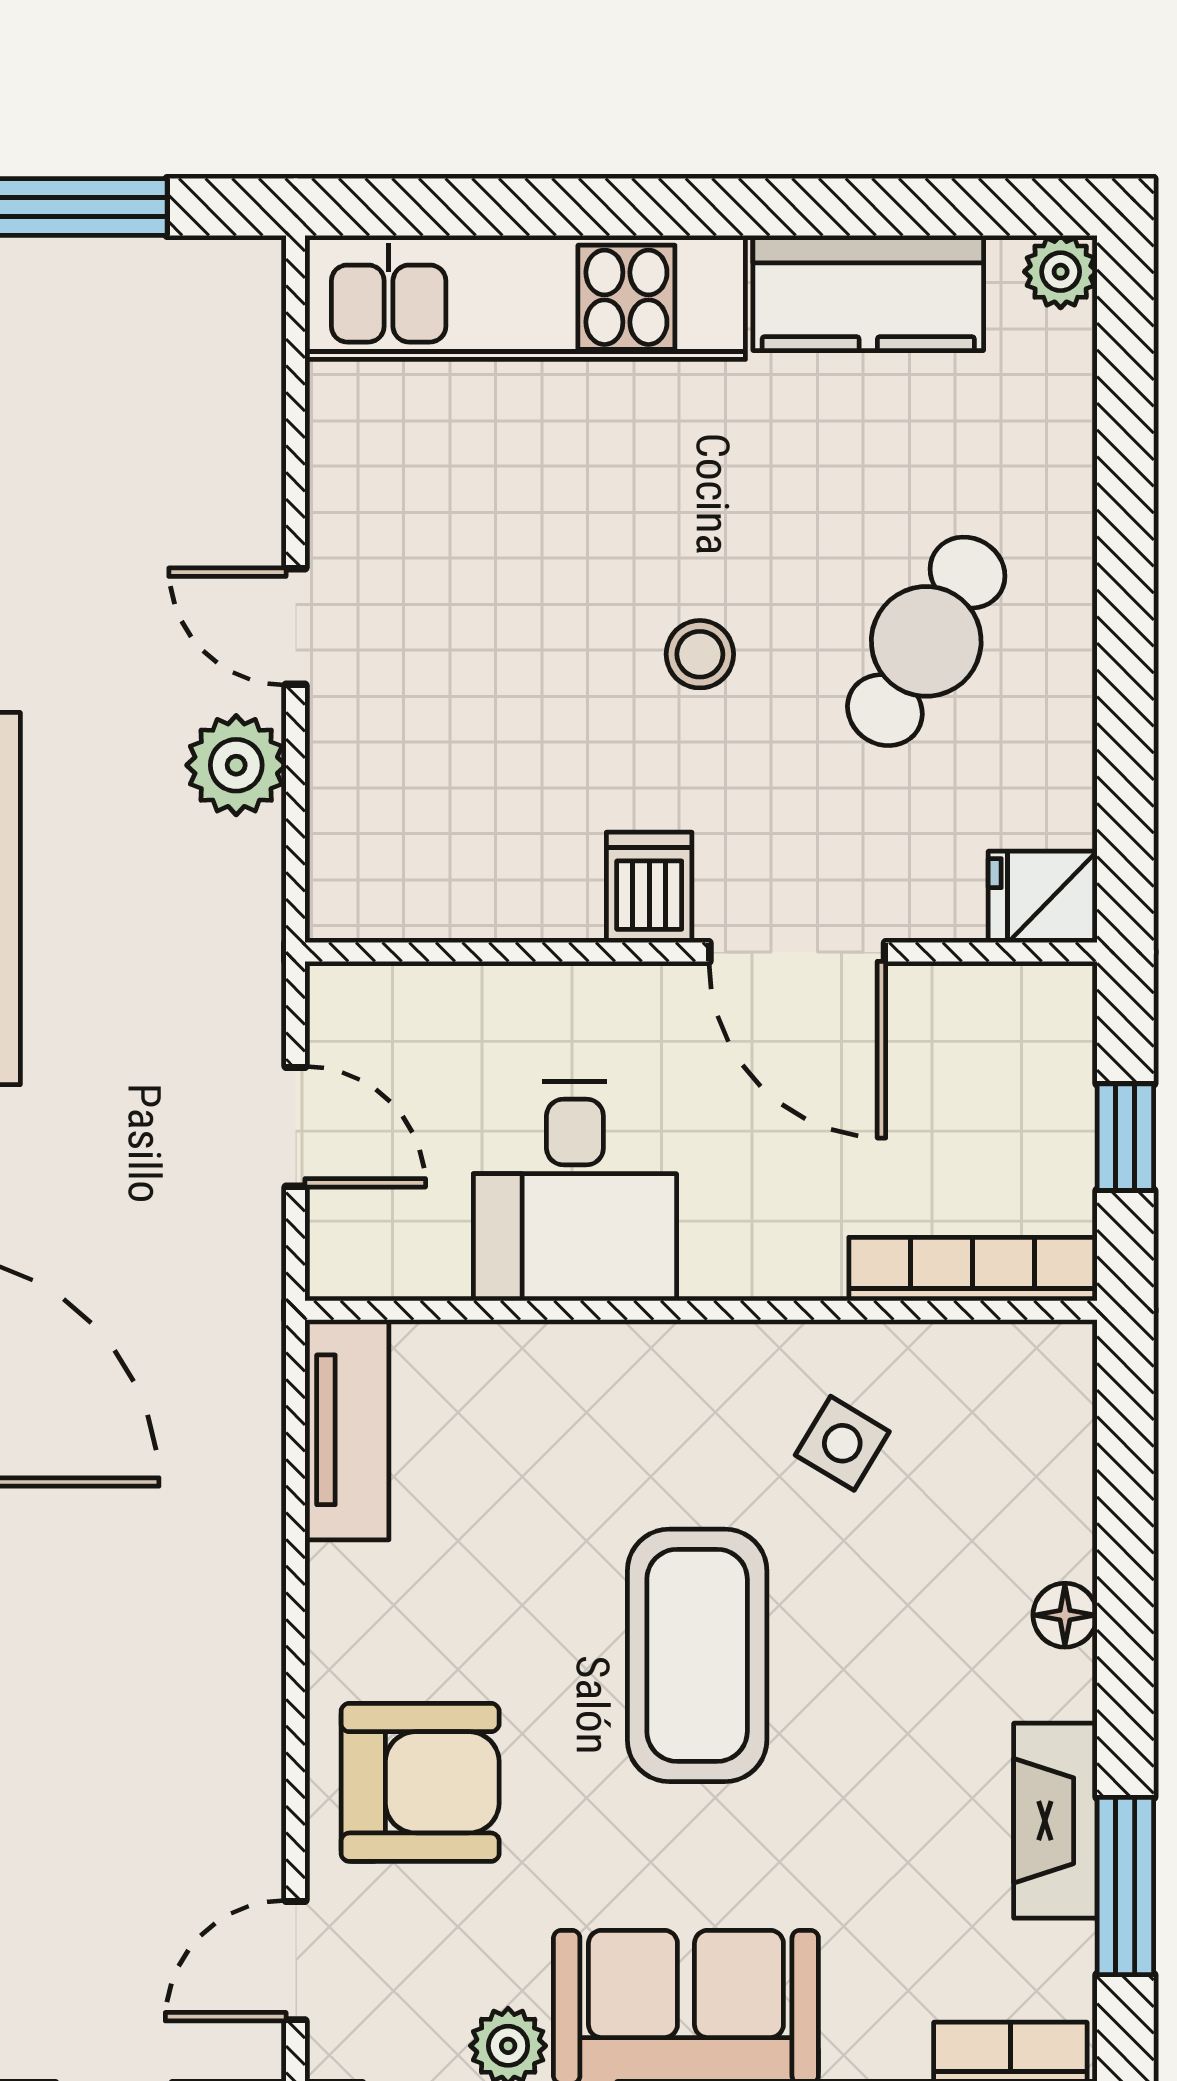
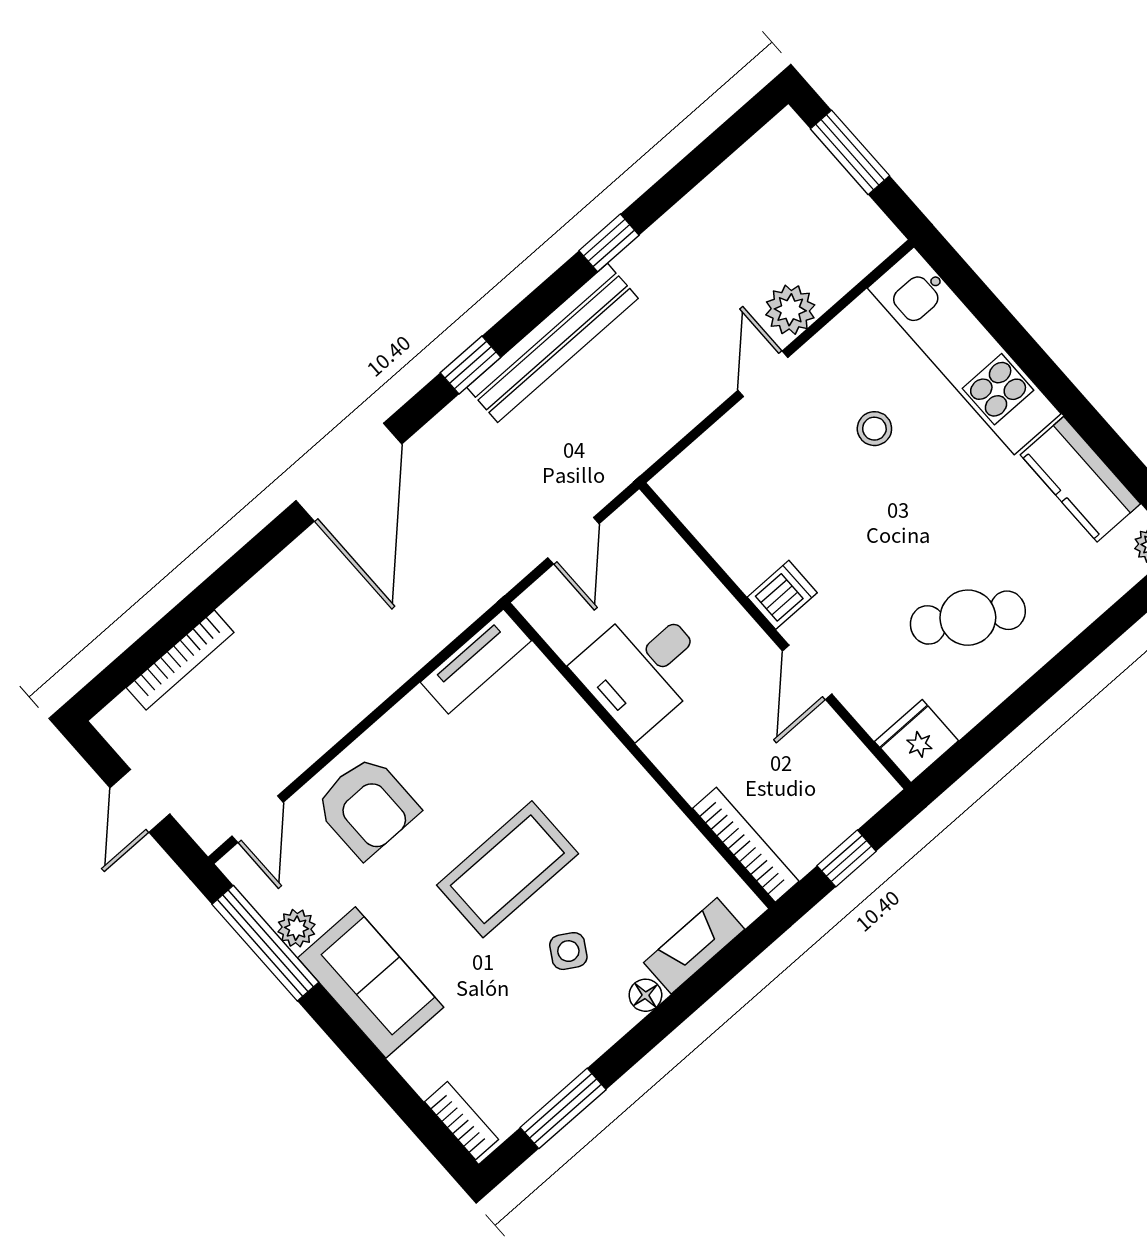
stool: (700, 654) -> (874, 429), moved
plant: (236, 765) -> (790, 310), moved
fridge: (1043, 897) -> (917, 741), width x1.38
door: (797, 952) -> (807, 672), width x0.73
side table: (842, 1443) -> (568, 951), moved
fireplace: (1055, 1821) -> (694, 946), moved
door: (295, 1961) -> (258, 819), swing flipped

